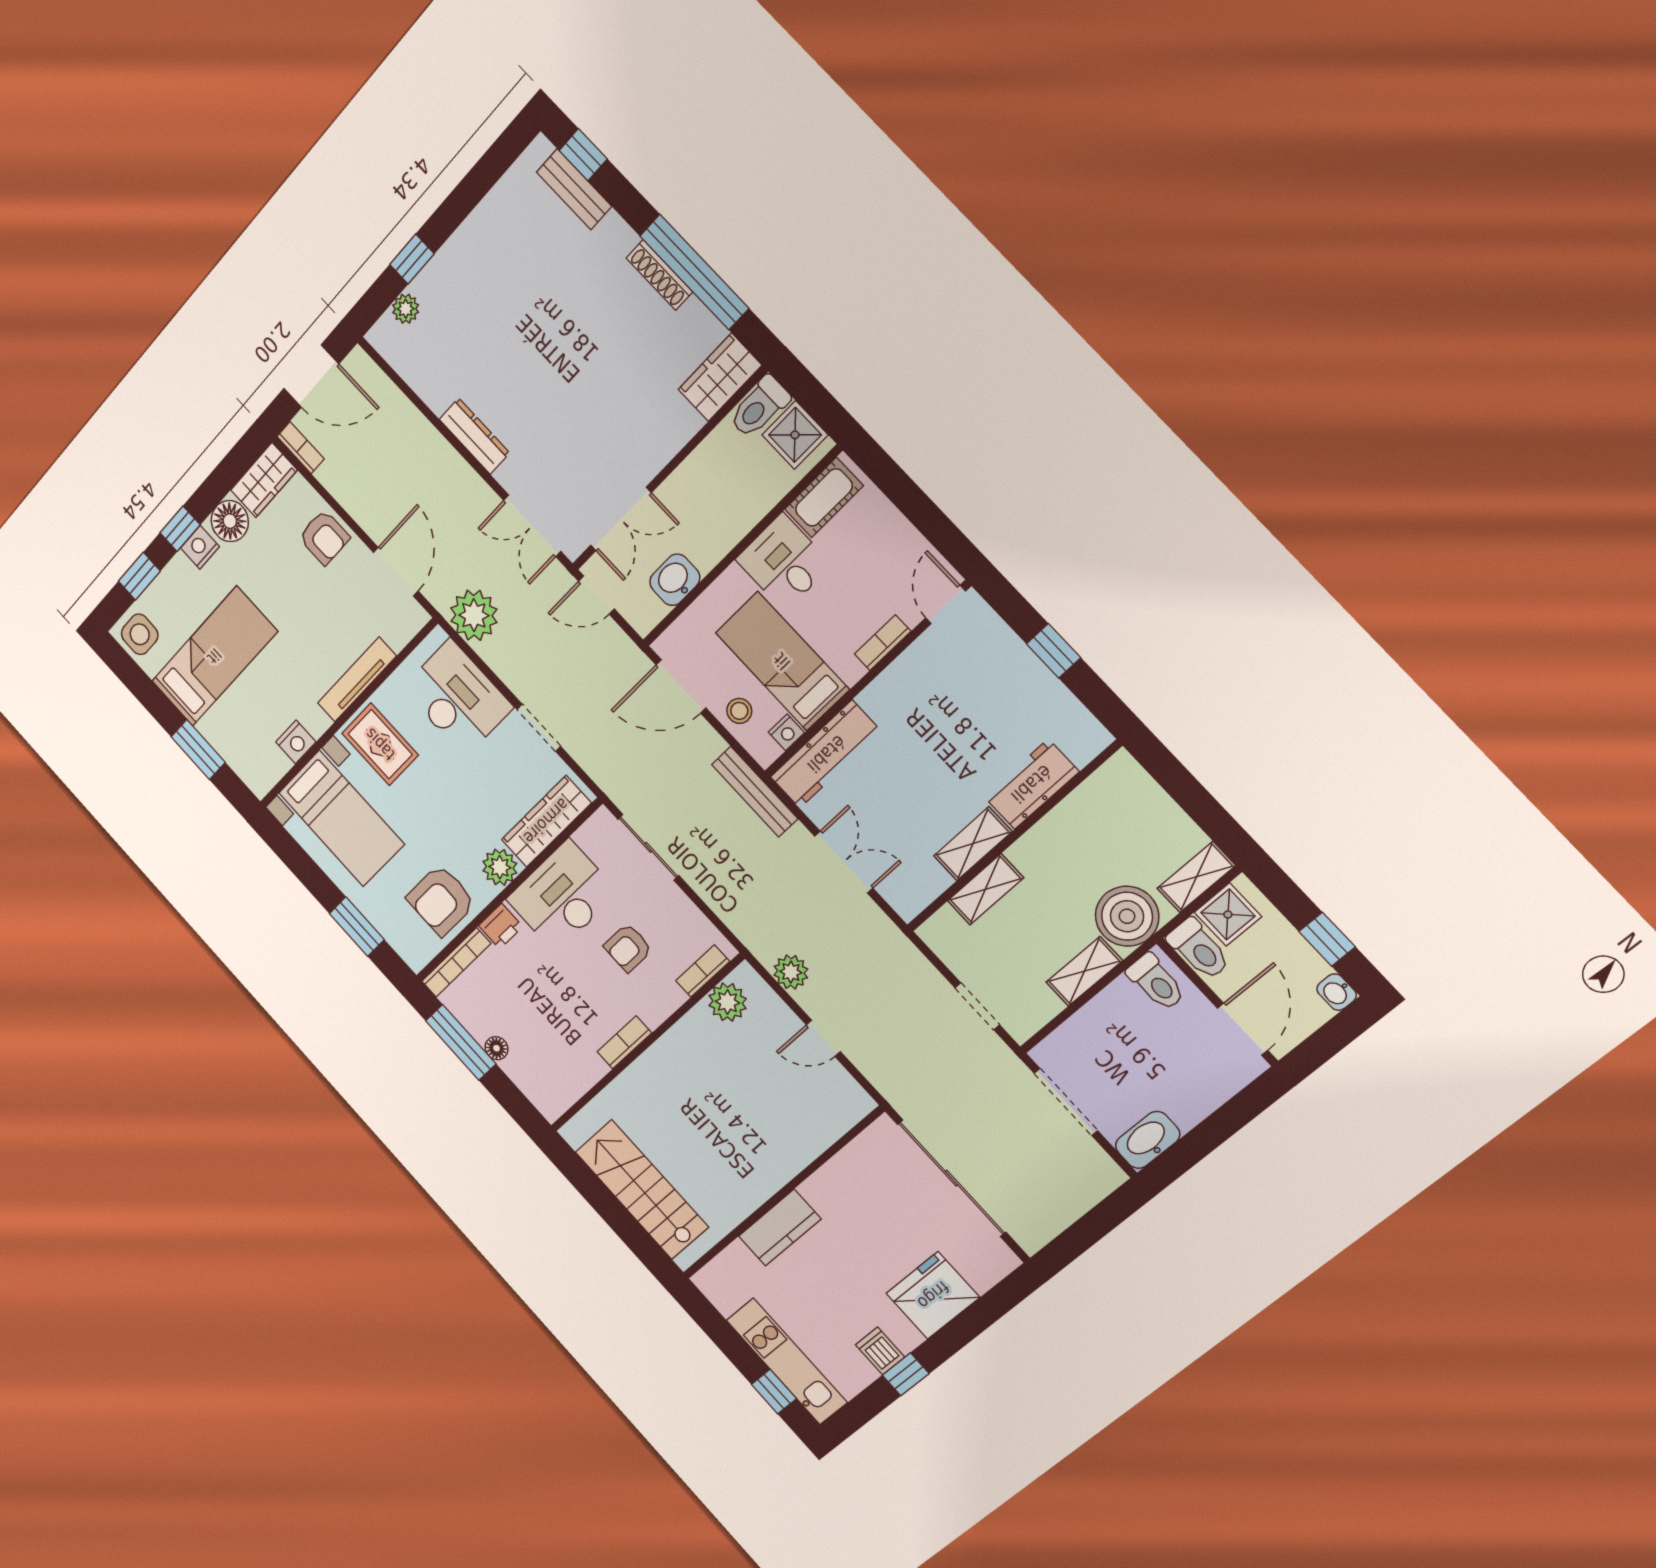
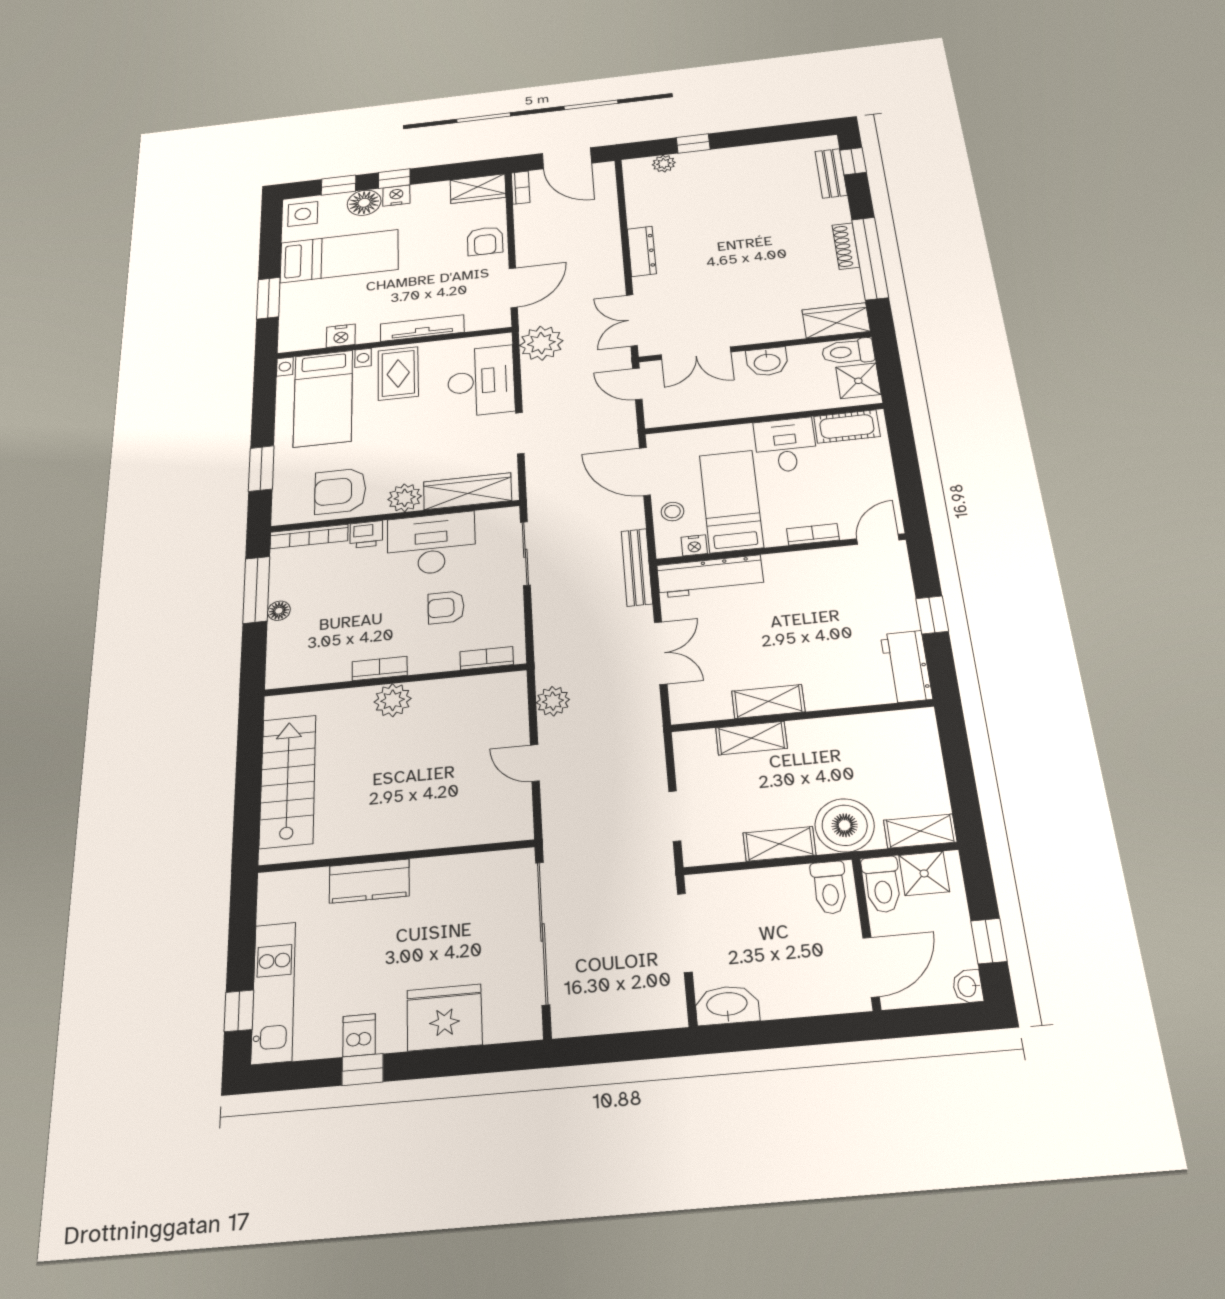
floor lamp: (230, 521) -> (364, 203), moved
washbasin: (675, 580) -> (767, 362), moved, turned 180
workbench: (1031, 784) -> (906, 667), moved, turned -90
plant: (728, 1002) -> (393, 700), moved

